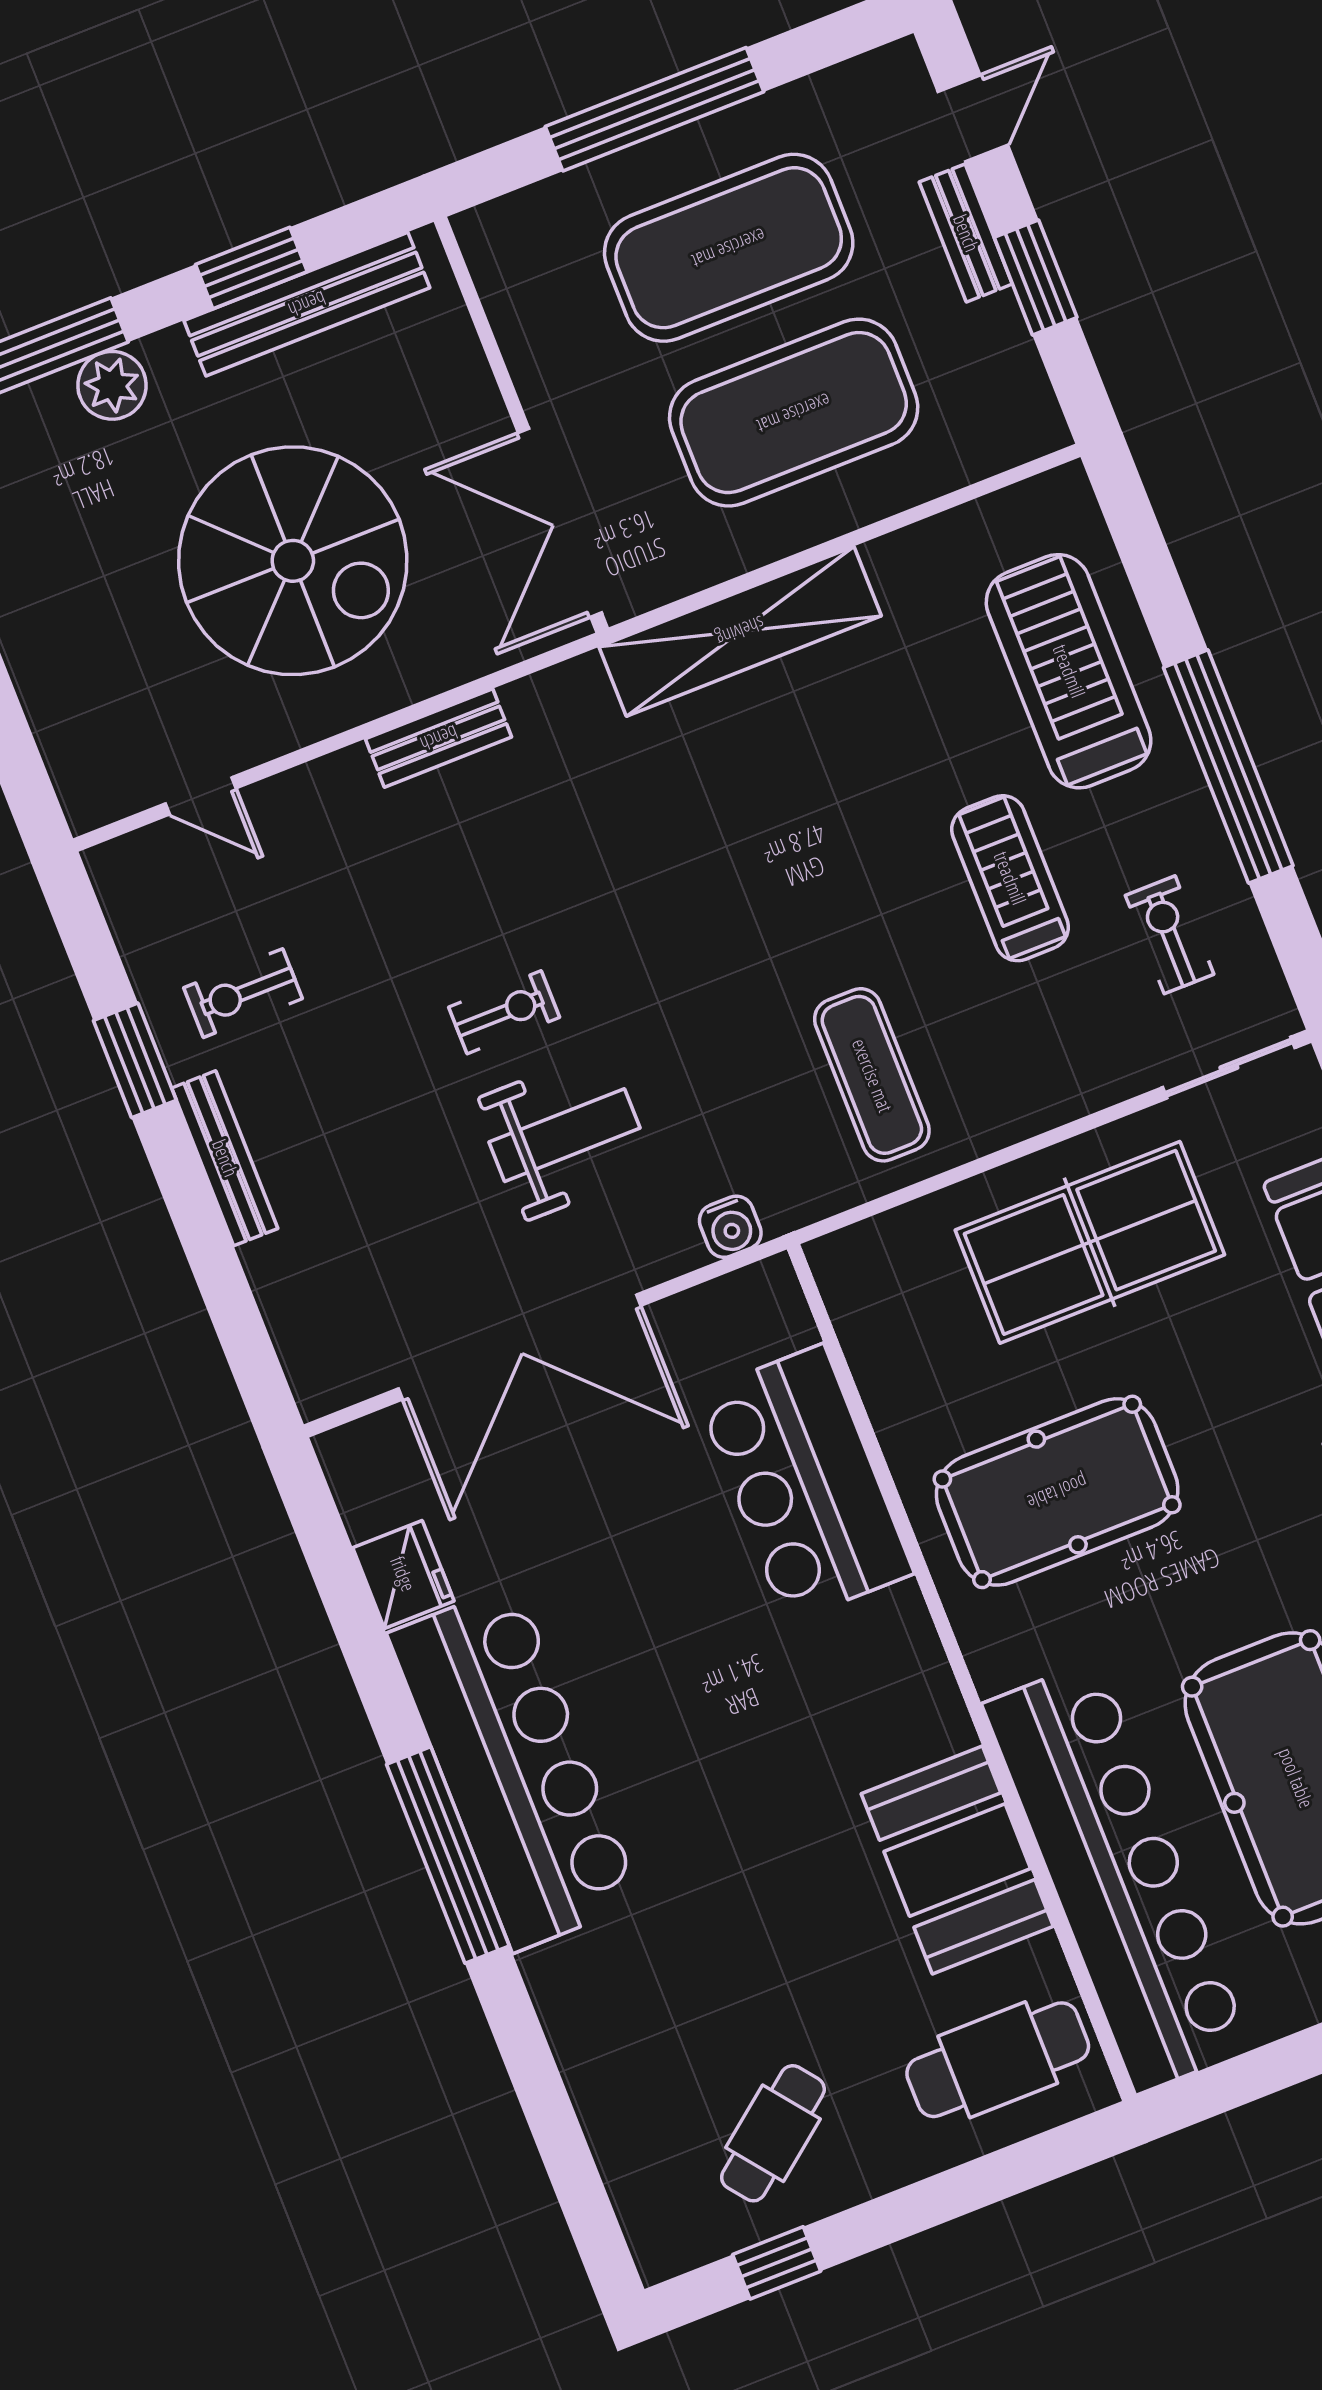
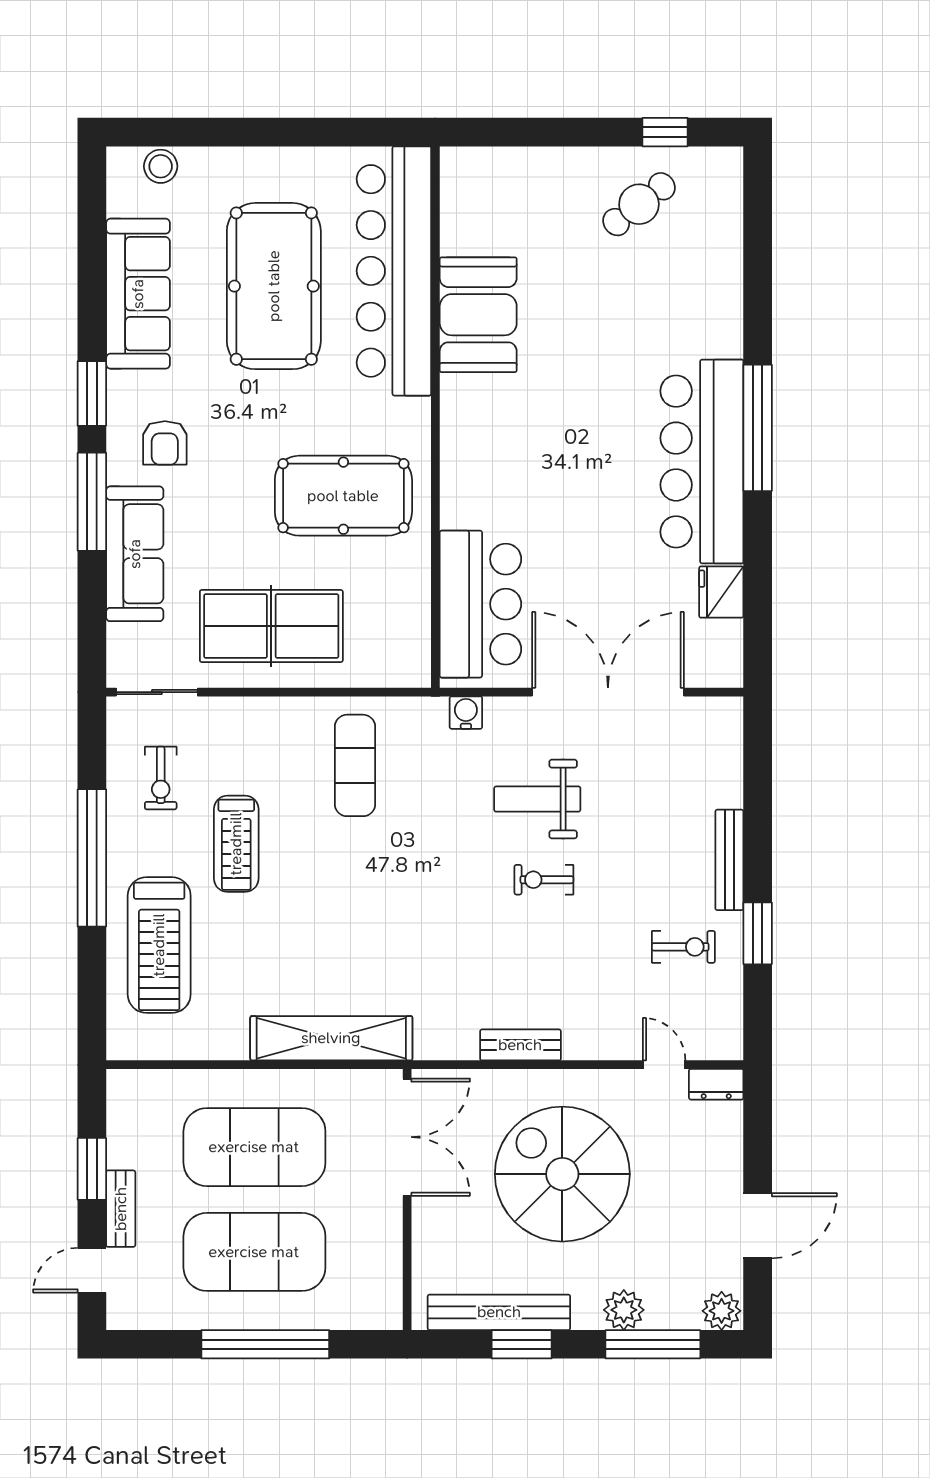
dresser: (106, 797) -> (716, 1084), added
bar counter: (805, 1483) -> (480, 604), moved
cafe table: (998, 2060) -> (499, 196), removed

